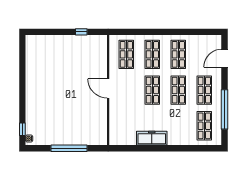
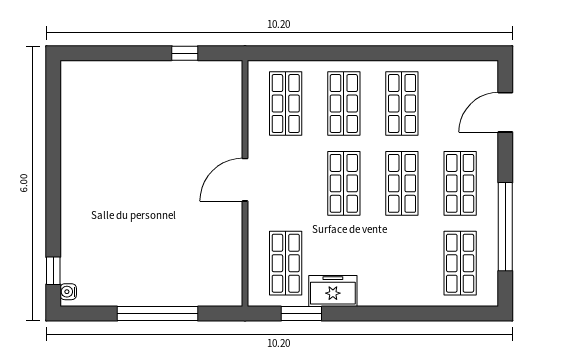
door: (108, 88) -> (245, 180), hinge flipped
shop shelf: (126, 126) -> (286, 263), added
freezer: (152, 138) -> (333, 291), width x0.71
window: (133, 148) -> (301, 314), added

